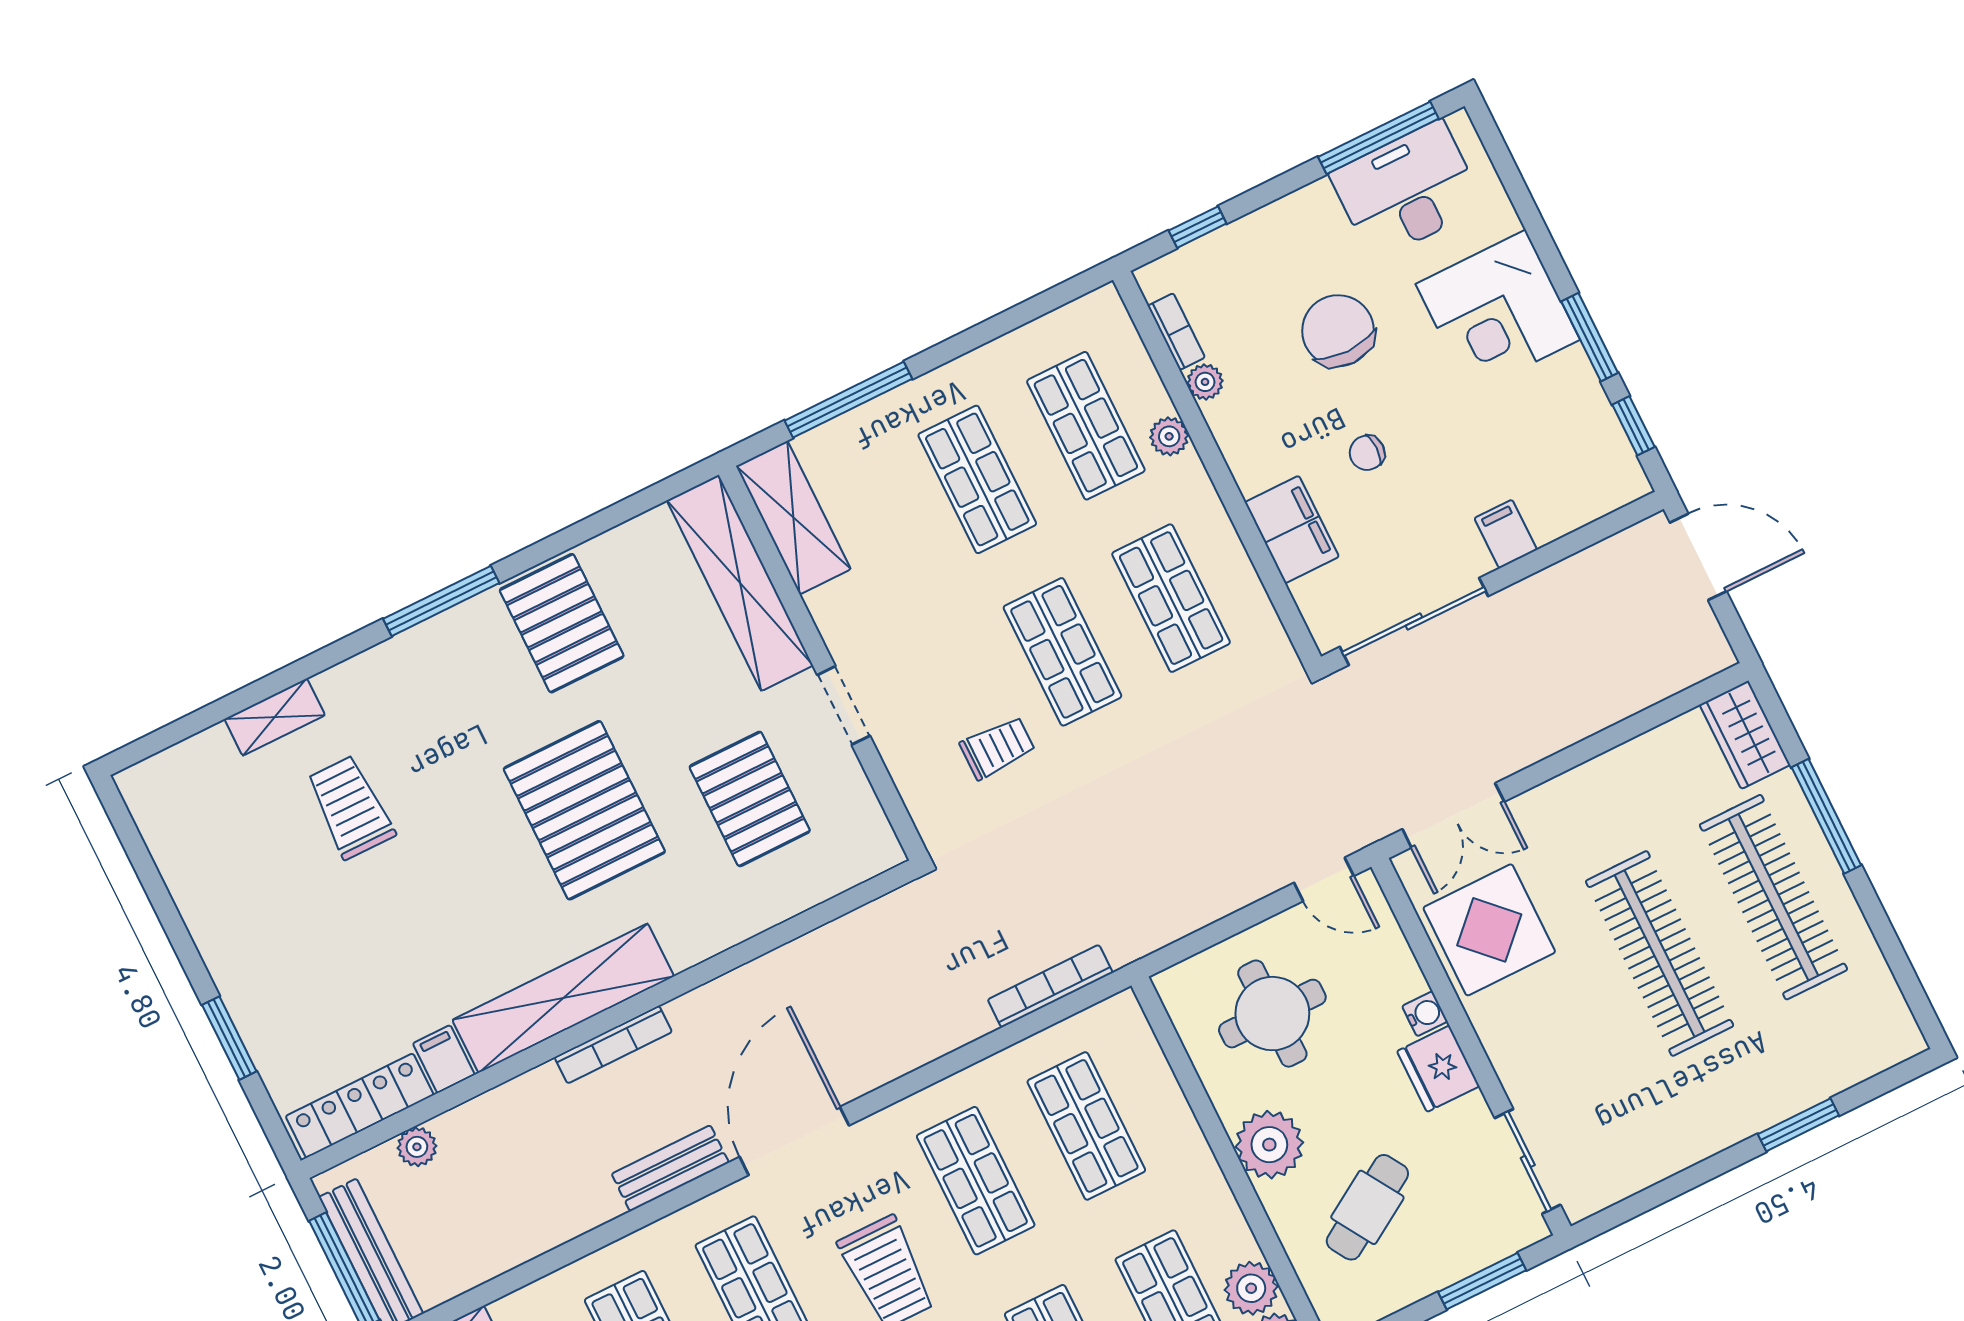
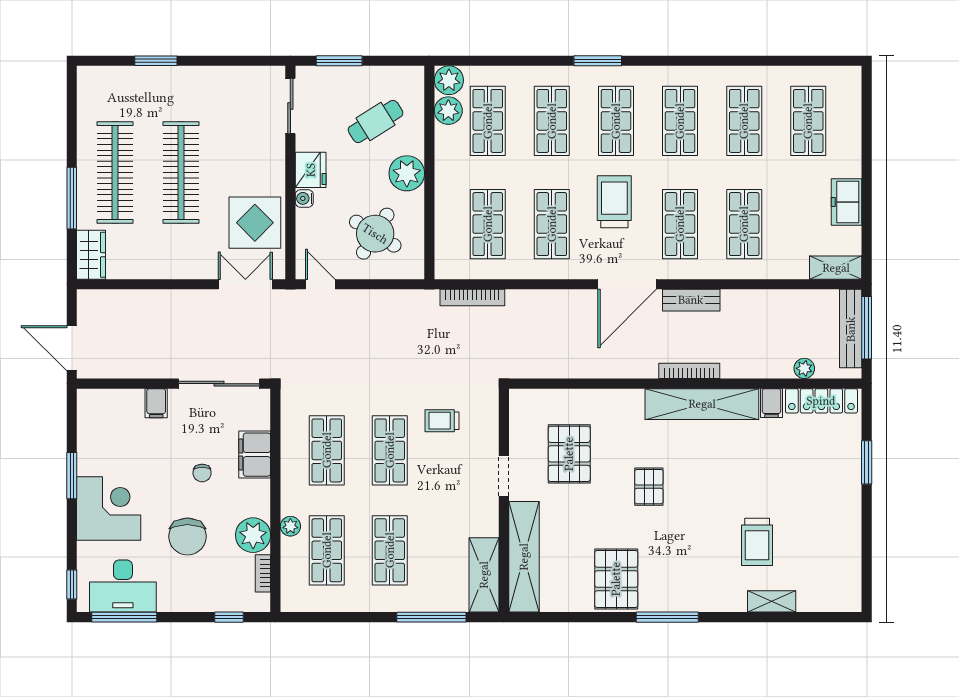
plant: (1205, 382) -> (253, 535), width x1.88, depth x1.88
window: (1633, 426) -> (72, 584), moved
chair: (1367, 453) -> (202, 473), turned 90
pallet: (584, 810) -> (649, 487), width x0.49, depth x0.50
round table: (1272, 1014) -> (375, 234), turned 32

